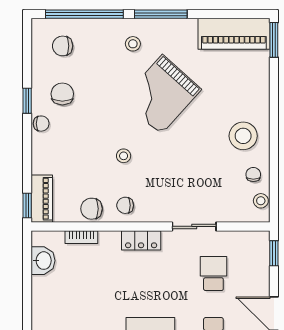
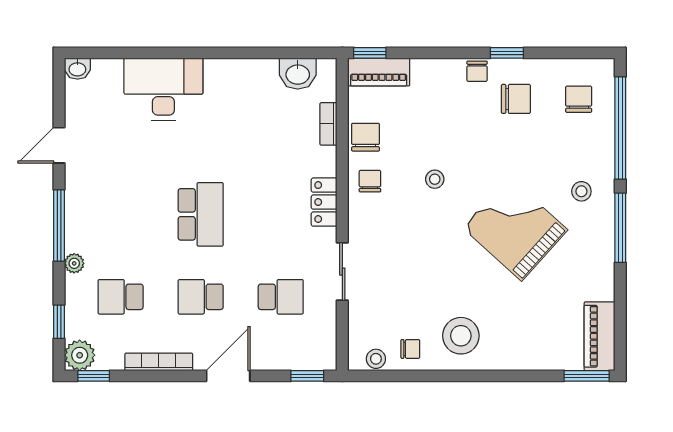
piano: (234, 34) -> (600, 336), width x0.73, depth x0.75

